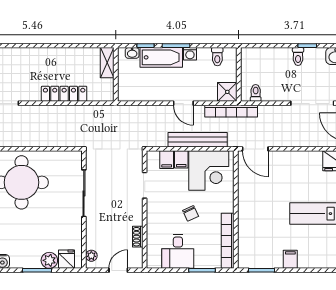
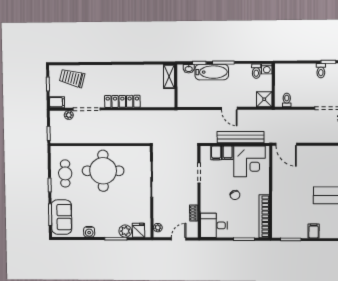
washing machine: (190, 54) -> (267, 69), moved
locker: (64, 94) -> (122, 101), moved
bookcase: (231, 111) -> (267, 114), removed
desk: (178, 251) -> (214, 225), moved, turned 90

